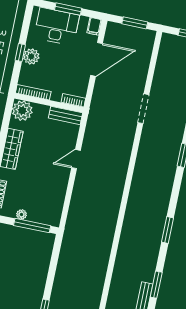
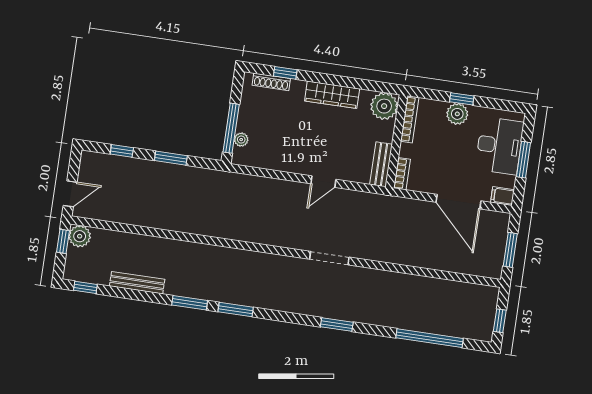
doorway: (143, 109) -> (329, 258), moved
door: (76, 159) -> (323, 182), swing flipped
plant: (21, 215) -> (241, 140), moved
window: (52, 272) -> (171, 158), added
window: (156, 285) -> (190, 303), moved

